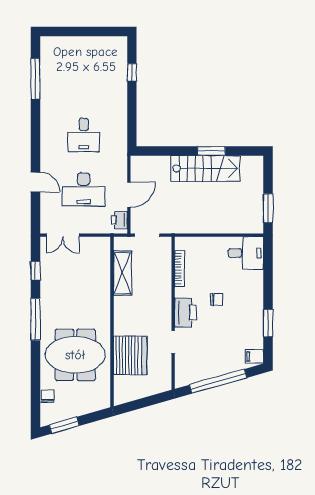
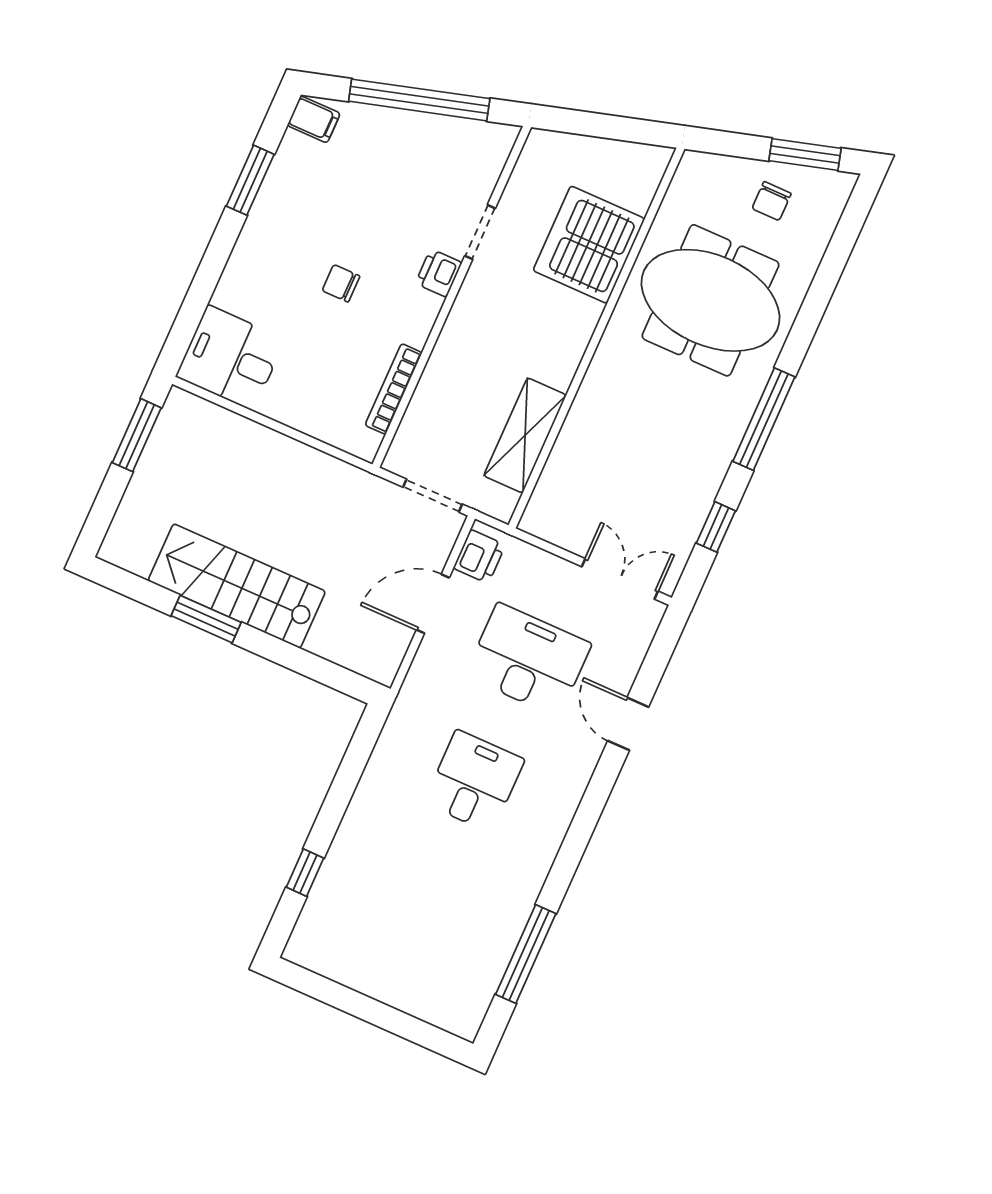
printer: (185, 313) -> (439, 273), width x0.53, depth x0.68
chair: (48, 396) -> (772, 201), moved

